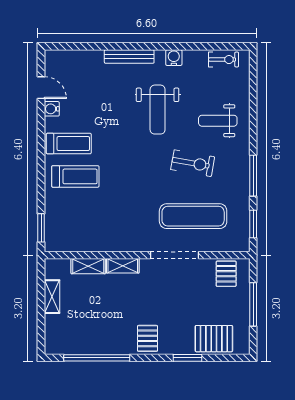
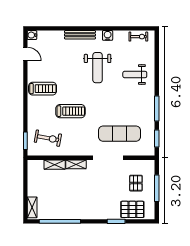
water cooler: (52, 109) -> (32, 35), moved
exercise bike: (193, 163) -> (48, 138), moved
treadmill: (75, 176) -> (70, 111), moved
pallet: (226, 274) -> (136, 183), moved
shelving: (52, 297) -> (32, 207), moved
pallet: (148, 338) -> (91, 209), removed

